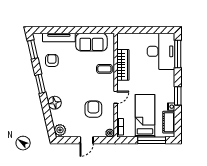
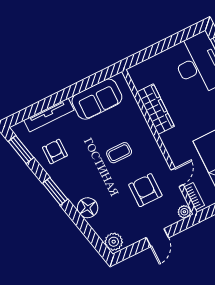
coffee table: (104, 69) -> (119, 153), moved
door: (116, 97) -> (177, 177), moved

